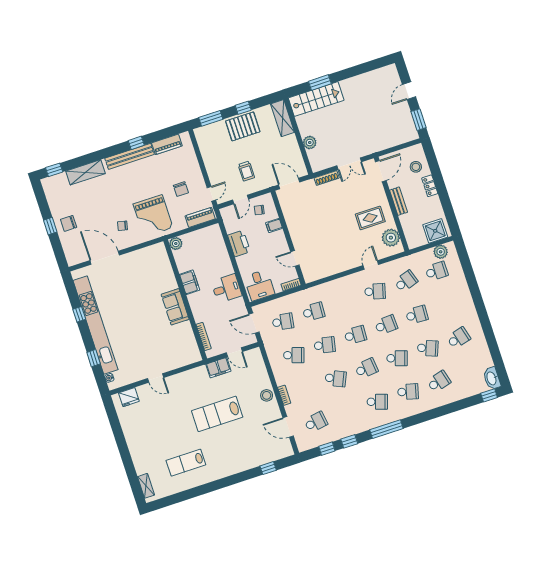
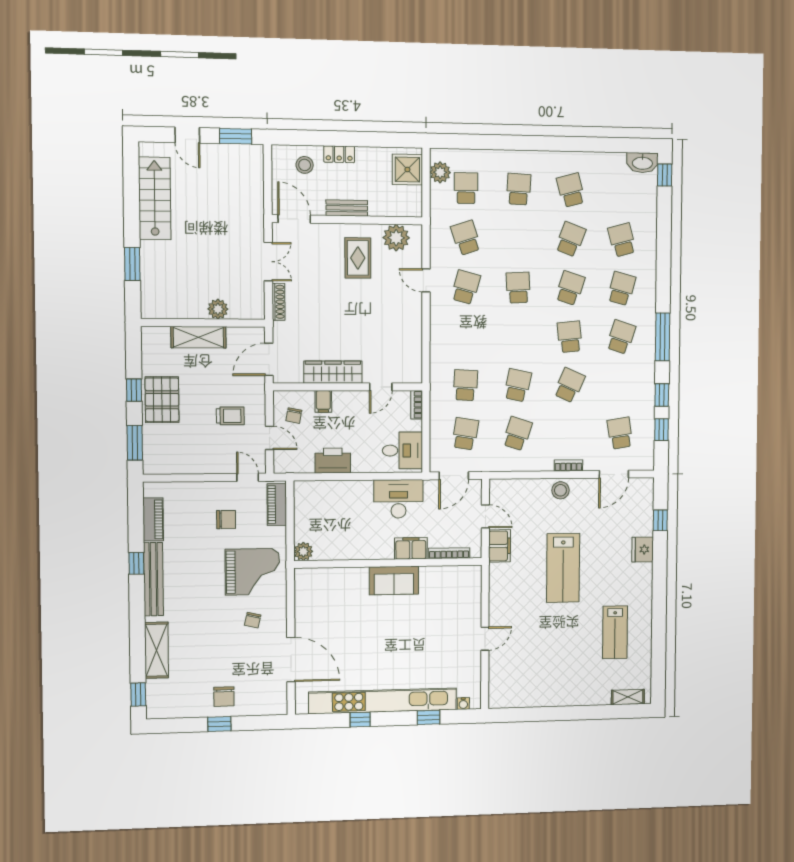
stairs: (316, 99) -> (155, 198), moved
shelving: (282, 118) -> (198, 337), moved
wardrobe: (294, 226) -> (333, 372), added
door: (105, 258) -> (291, 660), swing flipped
filing cabinet: (190, 282) -> (411, 548), moved
desk: (227, 289) -> (398, 499), width x1.37
school desk: (417, 315) -> (519, 189), moved
school desk: (355, 335) -> (518, 337), removed
door: (234, 352) -> (485, 516), hinge flipped
fridge: (129, 397) -> (643, 549), moved, turned 180

